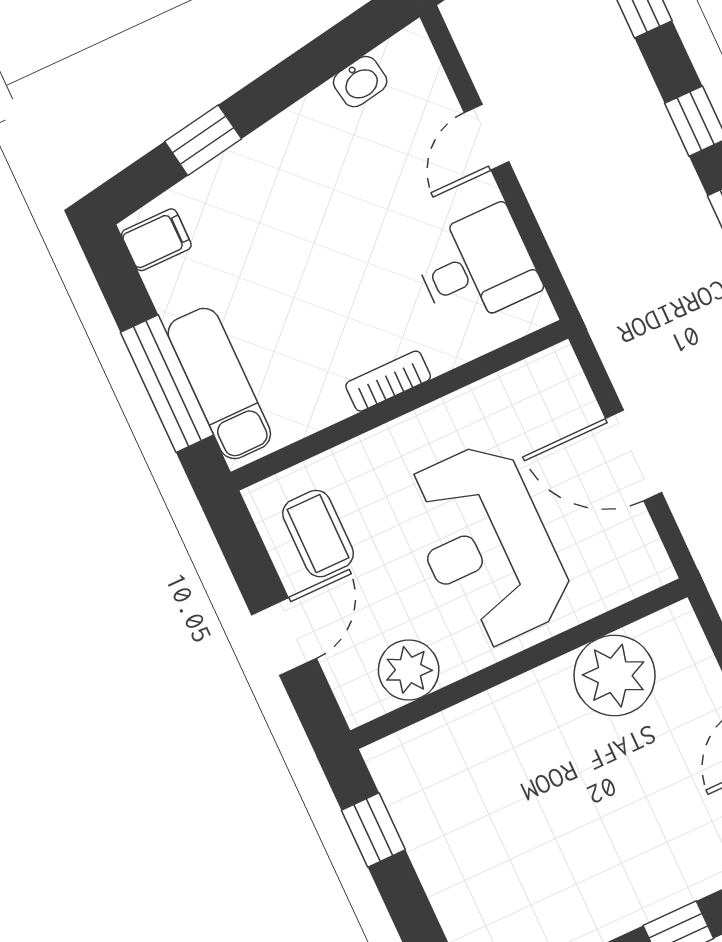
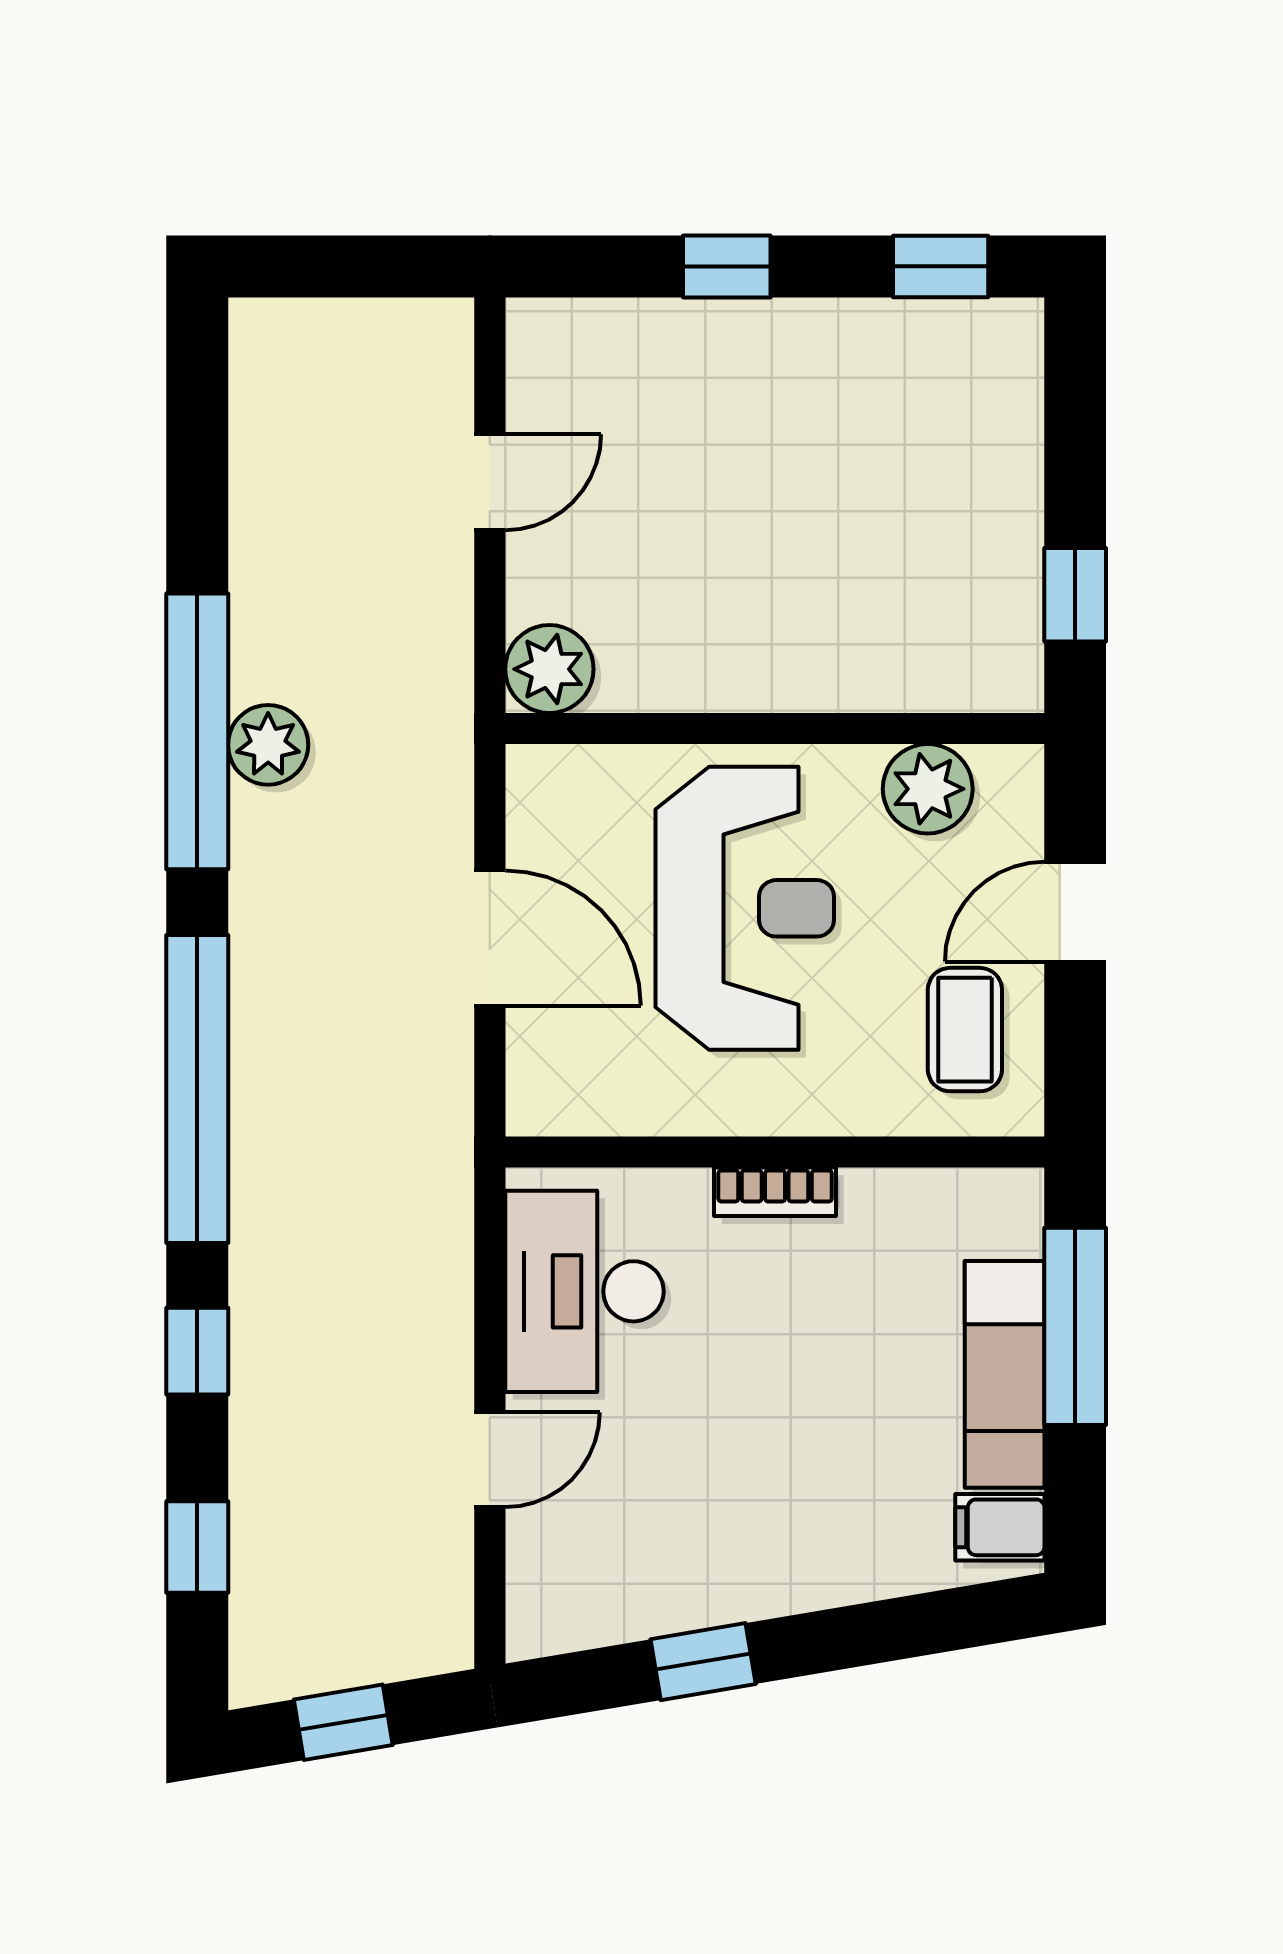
washbasin: (360, 82) -> (626, 1614), removed
window: (203, 140) -> (703, 1662), moved
desk: (476, 267) -> (584, 1291), width x1.37
exam couch: (219, 383) -> (1005, 1374), moved
plant: (614, 675) -> (549, 669), moved, width x0.73, depth x0.73

